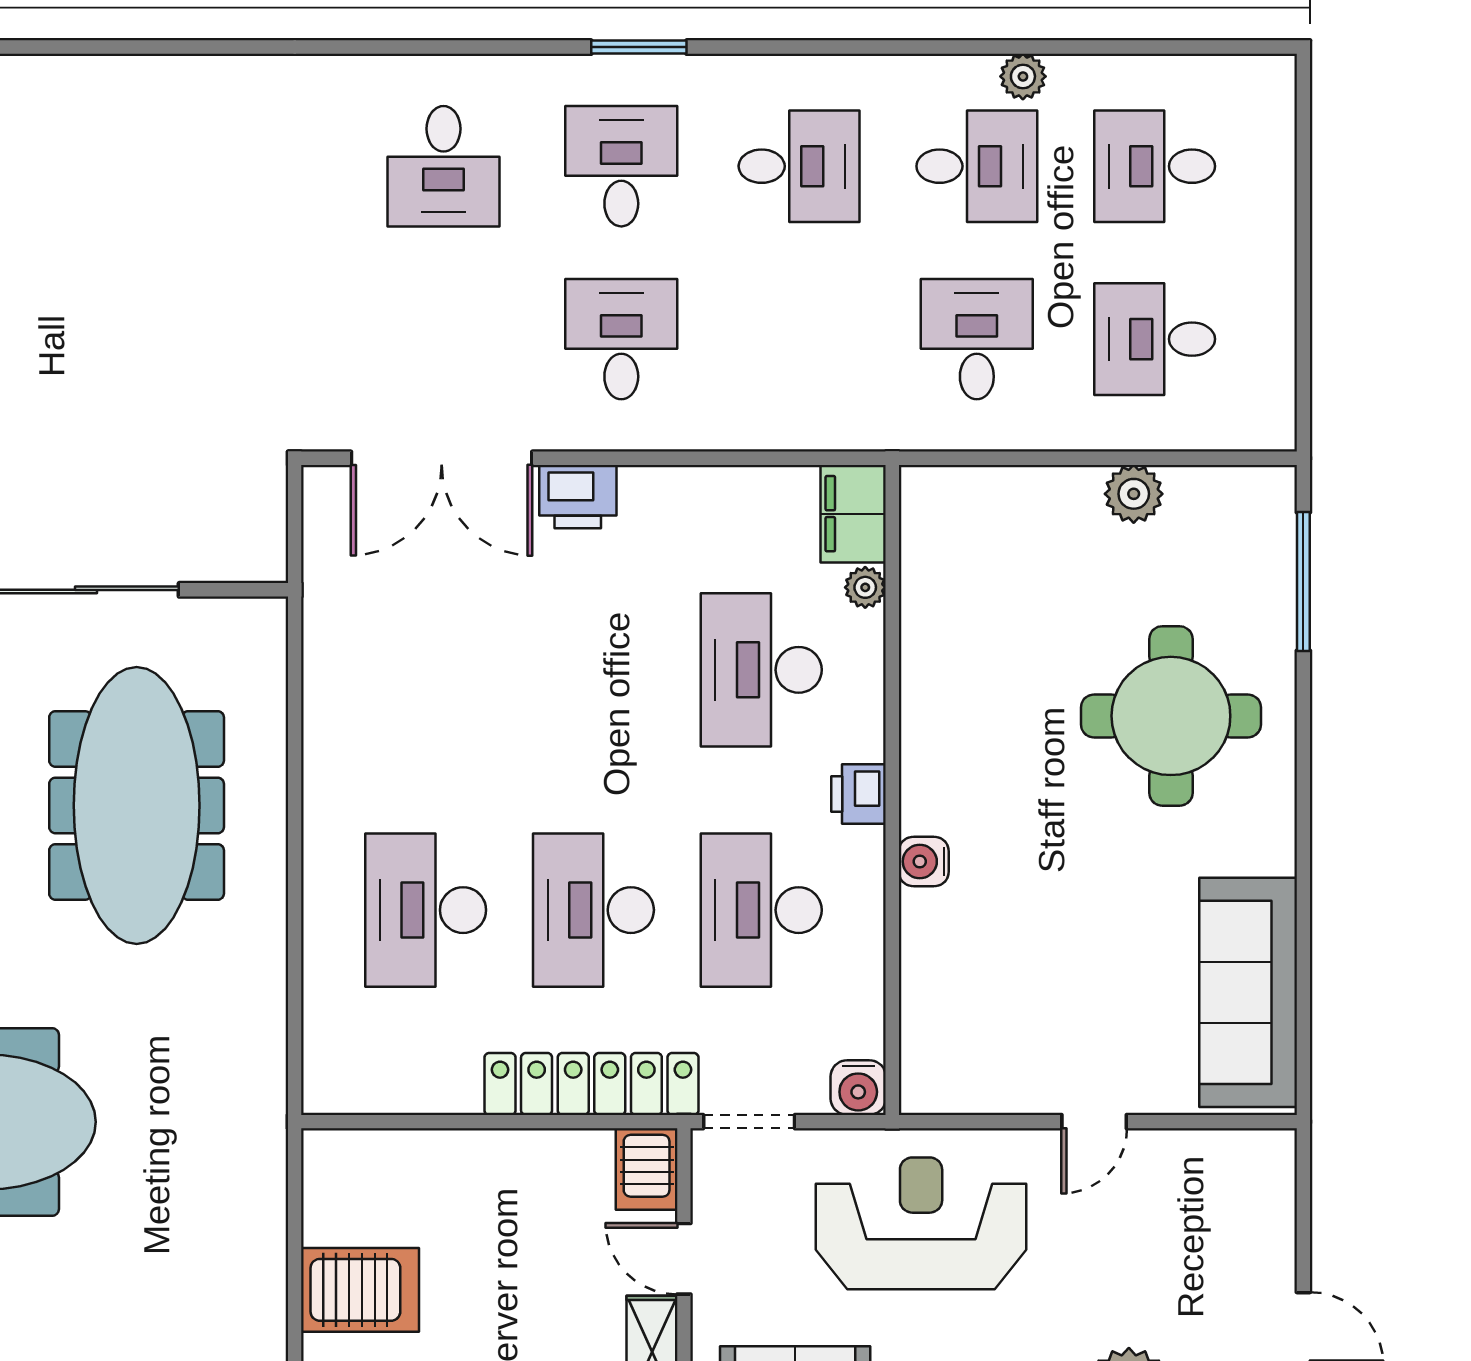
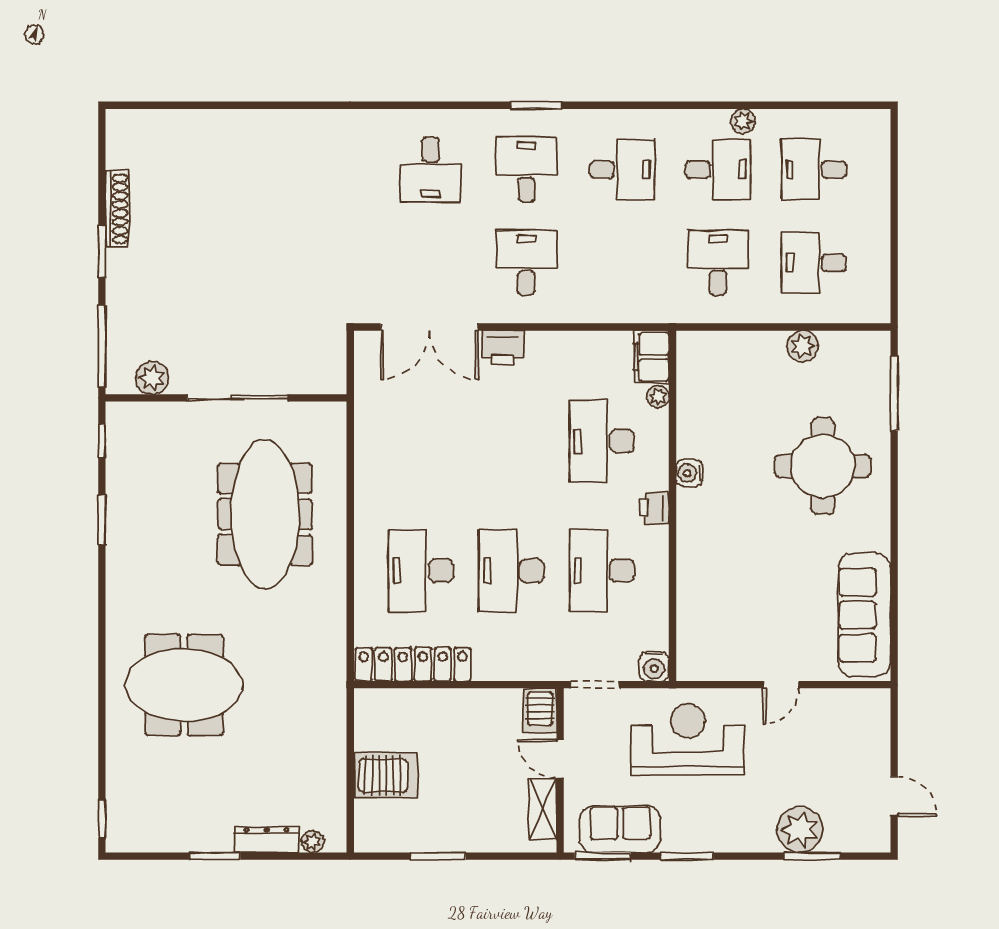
water cooler: (924, 861) -> (689, 473), moved
locker: (591, 1084) -> (413, 664), moved

